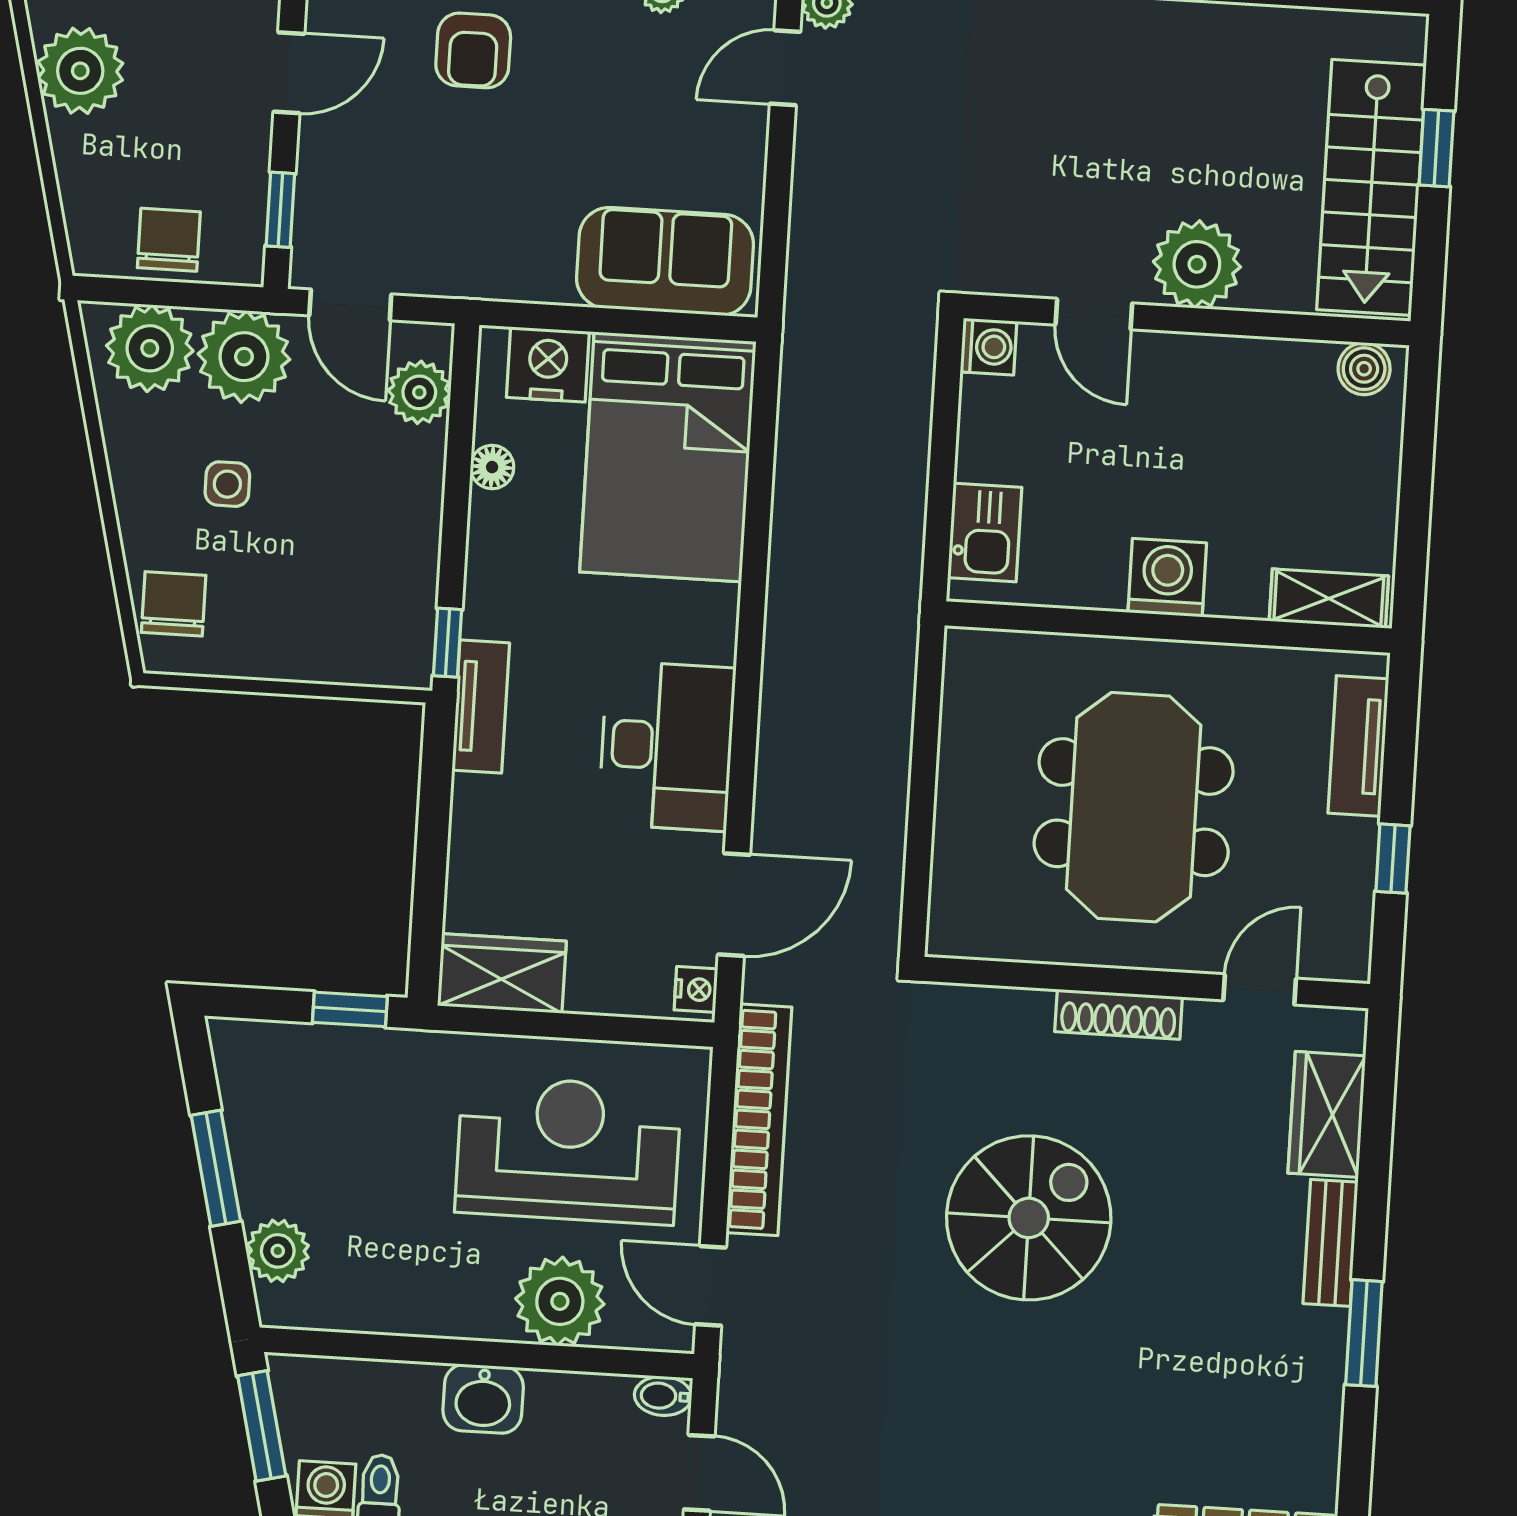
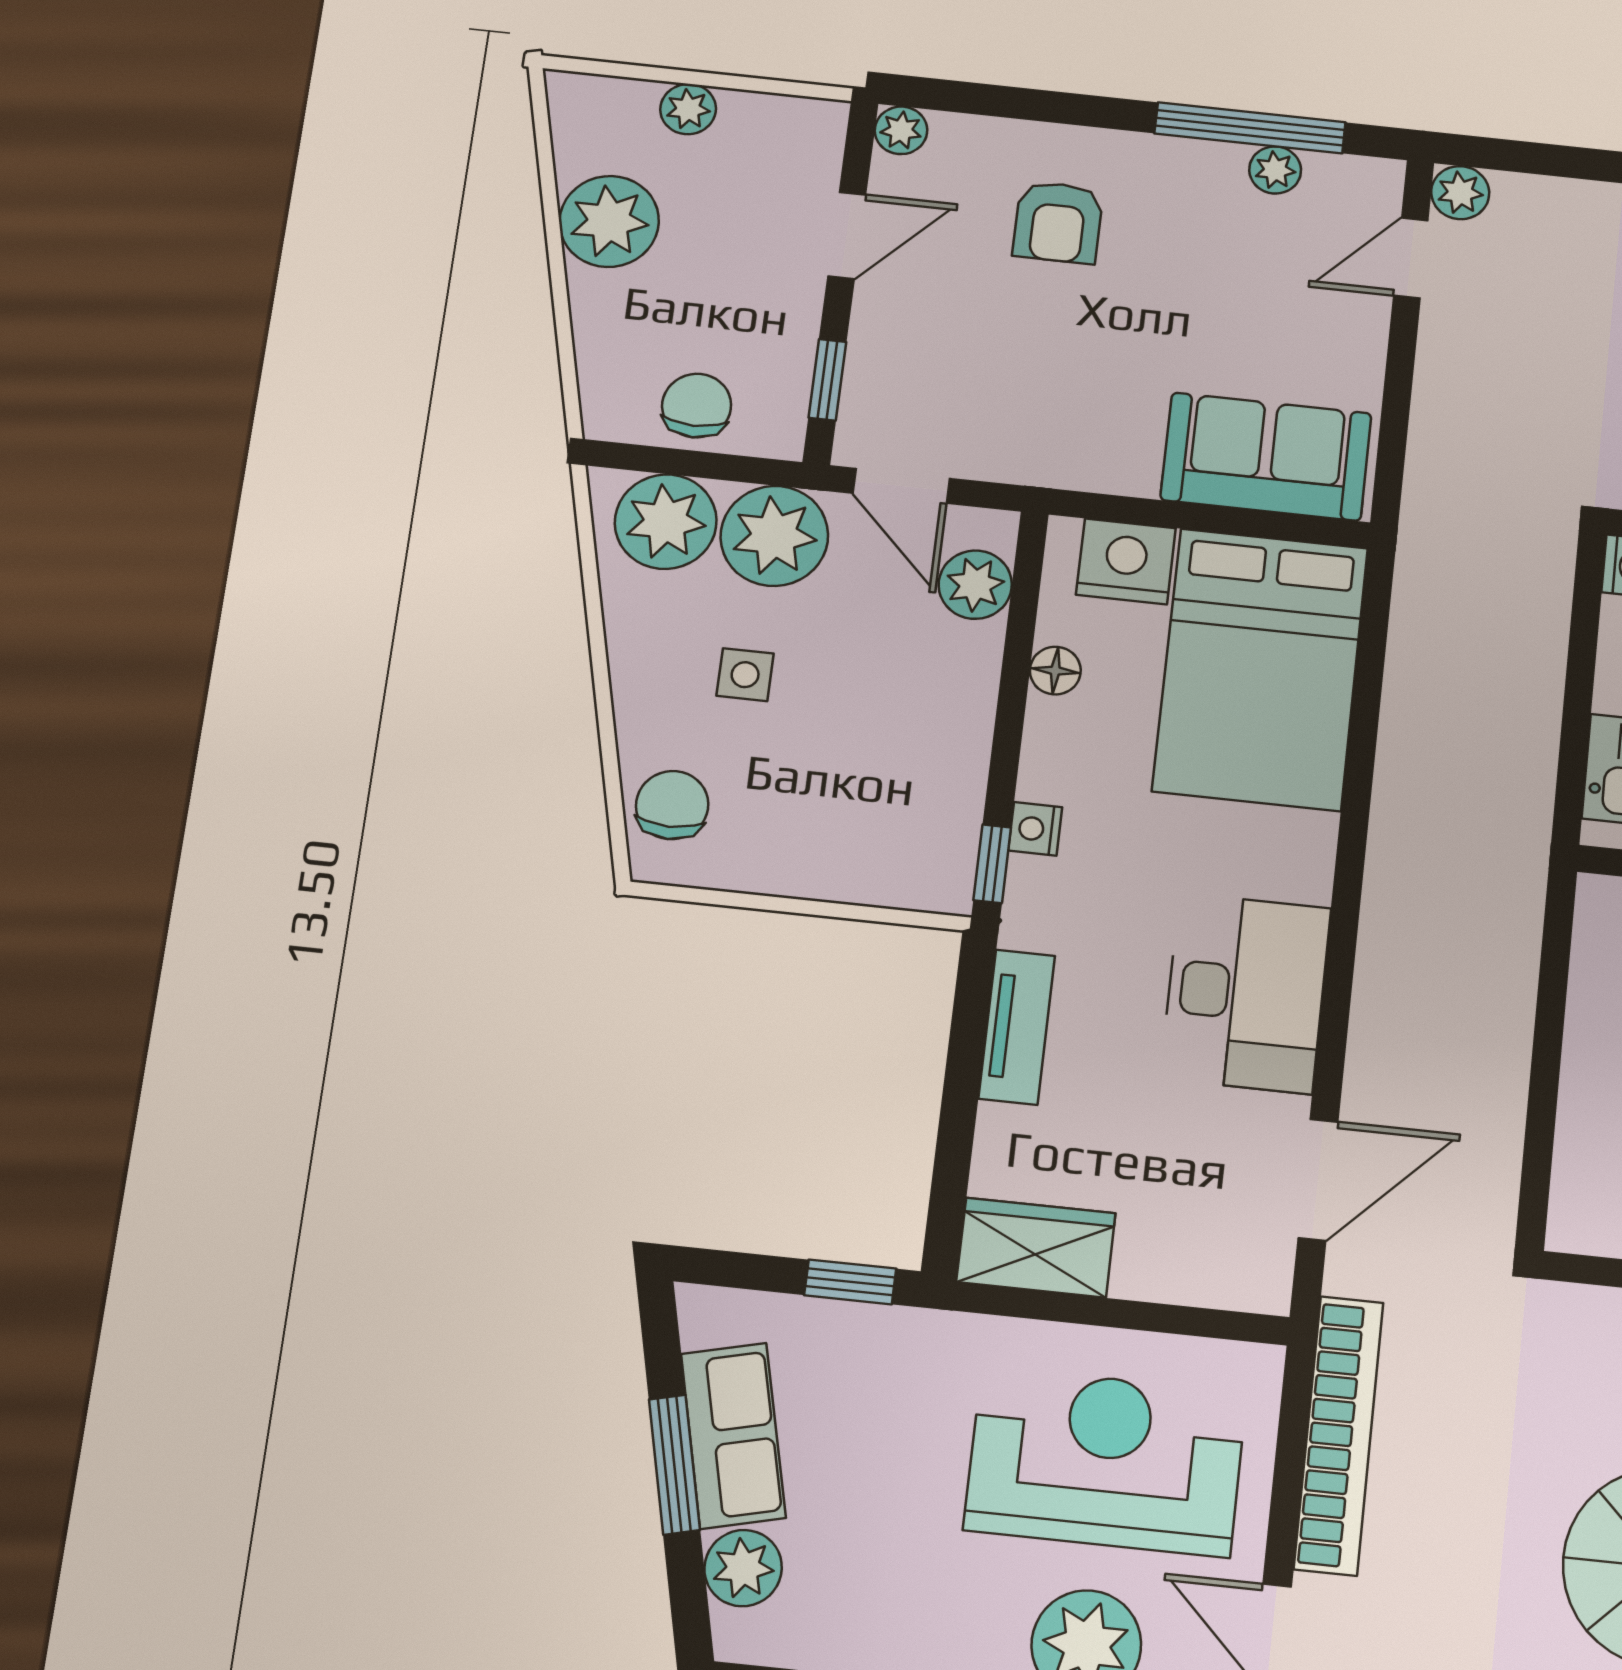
tv unit: (481, 707) -> (1017, 1027), moved
nightstand: (696, 989) -> (1035, 829), moved, turned 180
row of seats: (262, 1142) -> (733, 1436), added

